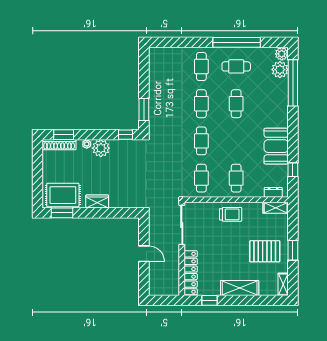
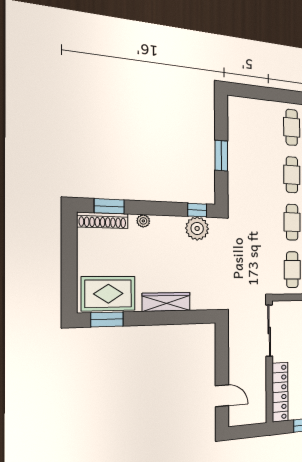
window: (144, 109) -> (221, 156), moved
plant: (101, 148) -> (197, 228), moved
wardrobe: (97, 201) -> (166, 302), width x1.50
door: (144, 254) -> (222, 396), moved

